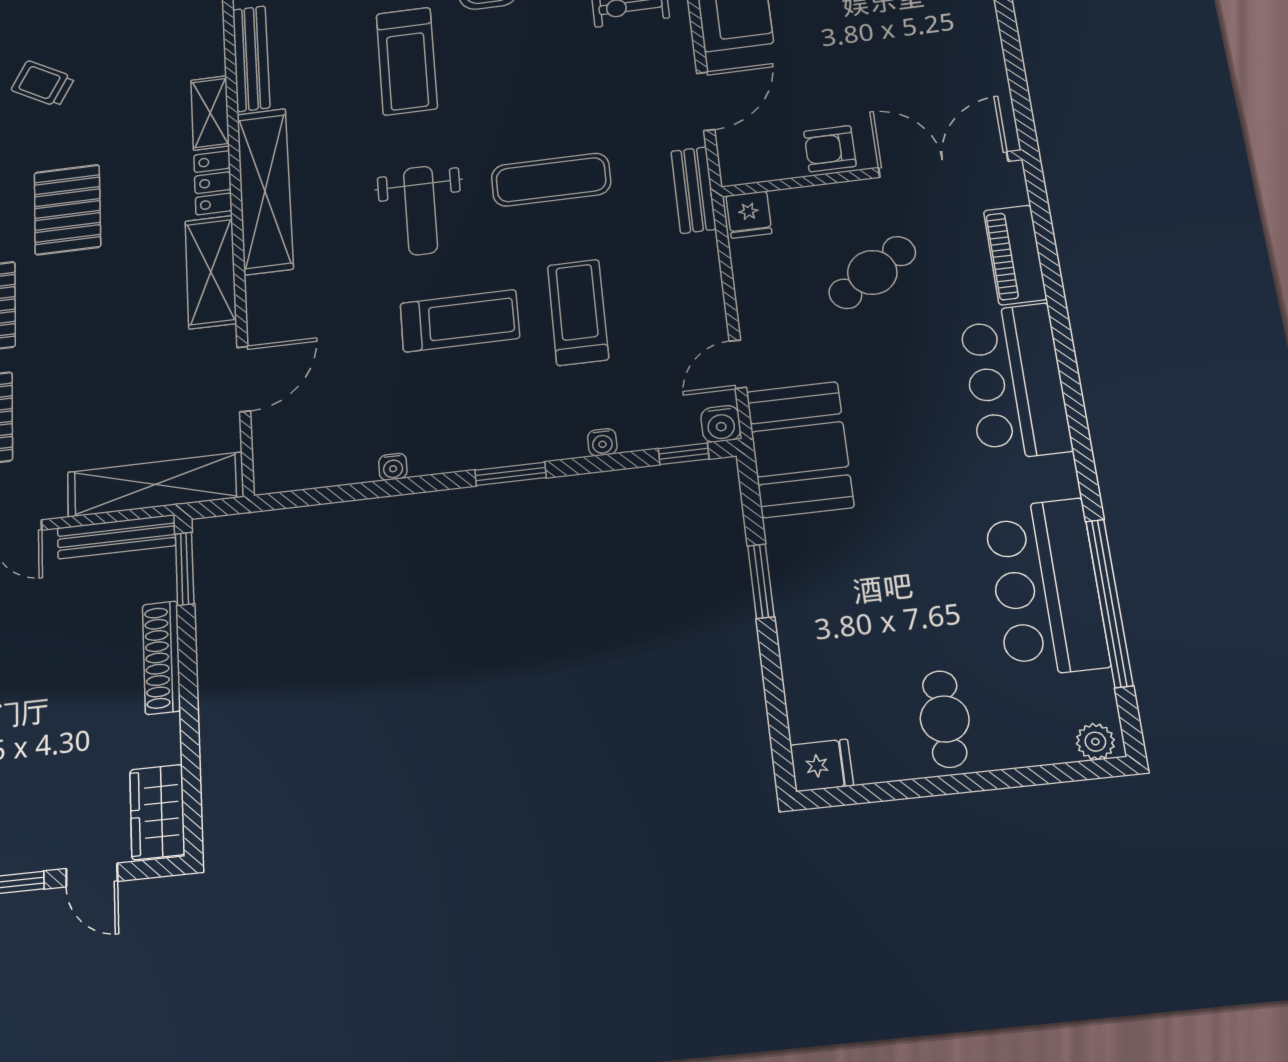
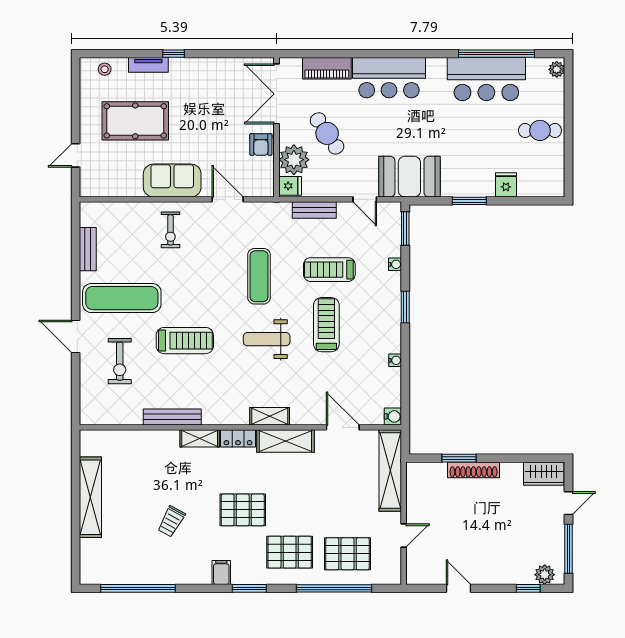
bench: (694, 190) -> (314, 210), moved
shelving: (265, 191) -> (270, 416), width x0.45, depth x0.75
weight bench: (421, 210) -> (267, 339), turned 180
plant: (806, 215) -> (294, 160), added
water cooler: (721, 424) -> (393, 416), moved
window: (684, 454) -> (405, 228), width x1.50
bench: (116, 537) -> (414, 489), removed
window: (185, 569) -> (459, 458), moved
fridge: (822, 765) -> (506, 185), moved

